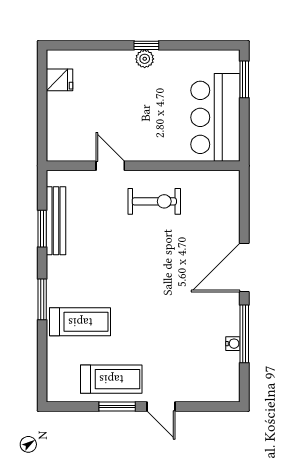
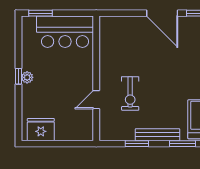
fridge: (59, 80) -> (41, 130), width x1.88, depth x1.34
exercise bike: (154, 201) -> (130, 94), moved, turned 180
bench: (56, 221) -> (158, 135), moved

